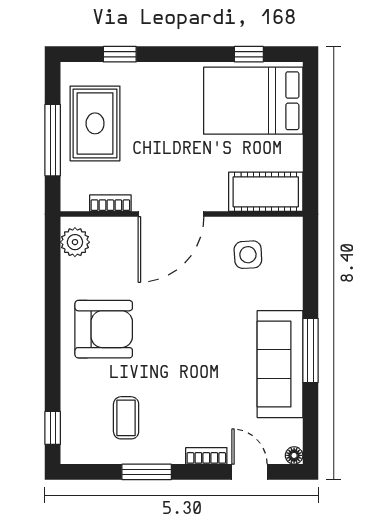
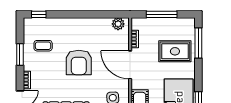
window: (120, 54) -> (198, 43), width x2.17
rug: (95, 123) -> (175, 51), moved
armchair: (104, 329) -> (79, 63), moved

